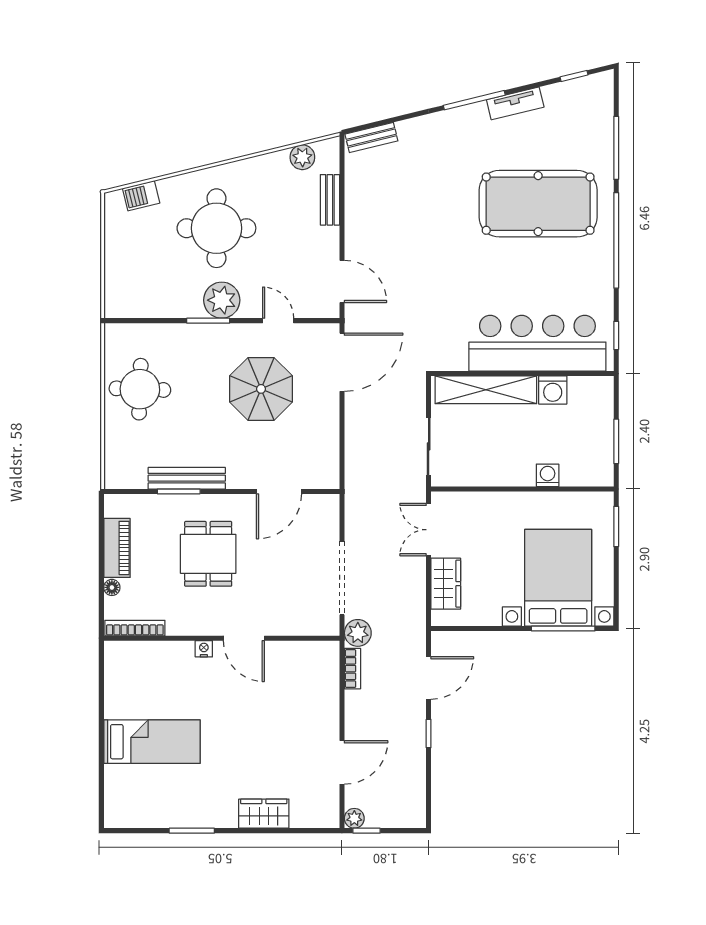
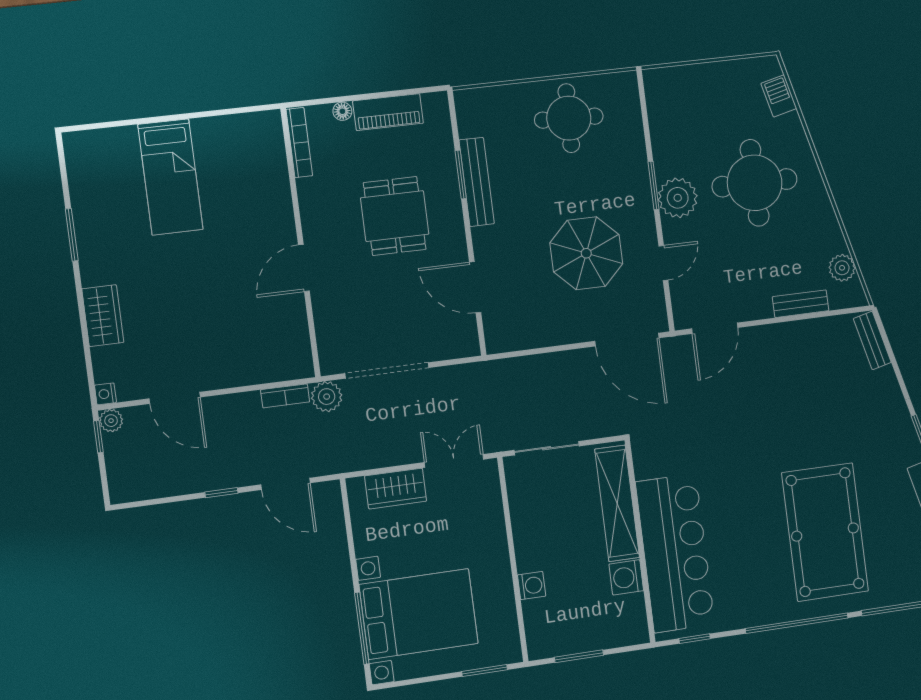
dining table: (208, 554) -> (395, 216), turned 90
nightstand: (204, 649) -> (105, 394), moved, turned 180

